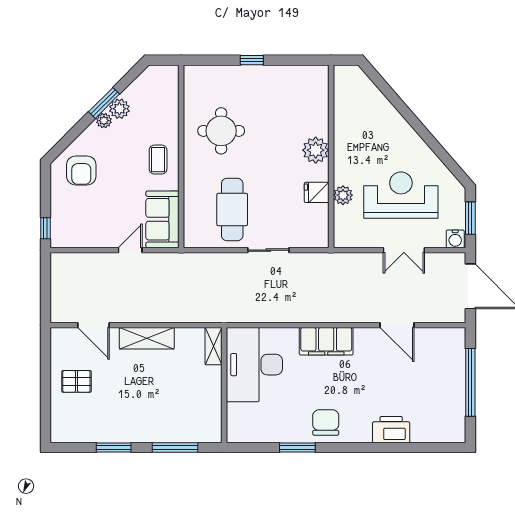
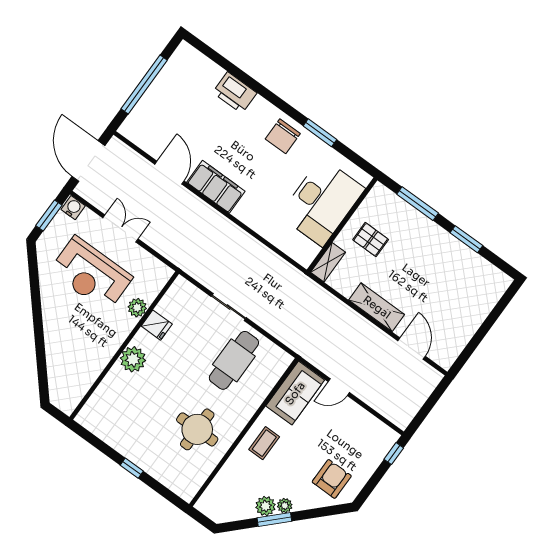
filing cabinet: (326, 341) -> (216, 187), moved
desk: (254, 365) -> (322, 202), moved
pallet: (76, 381) -> (371, 240), moved

